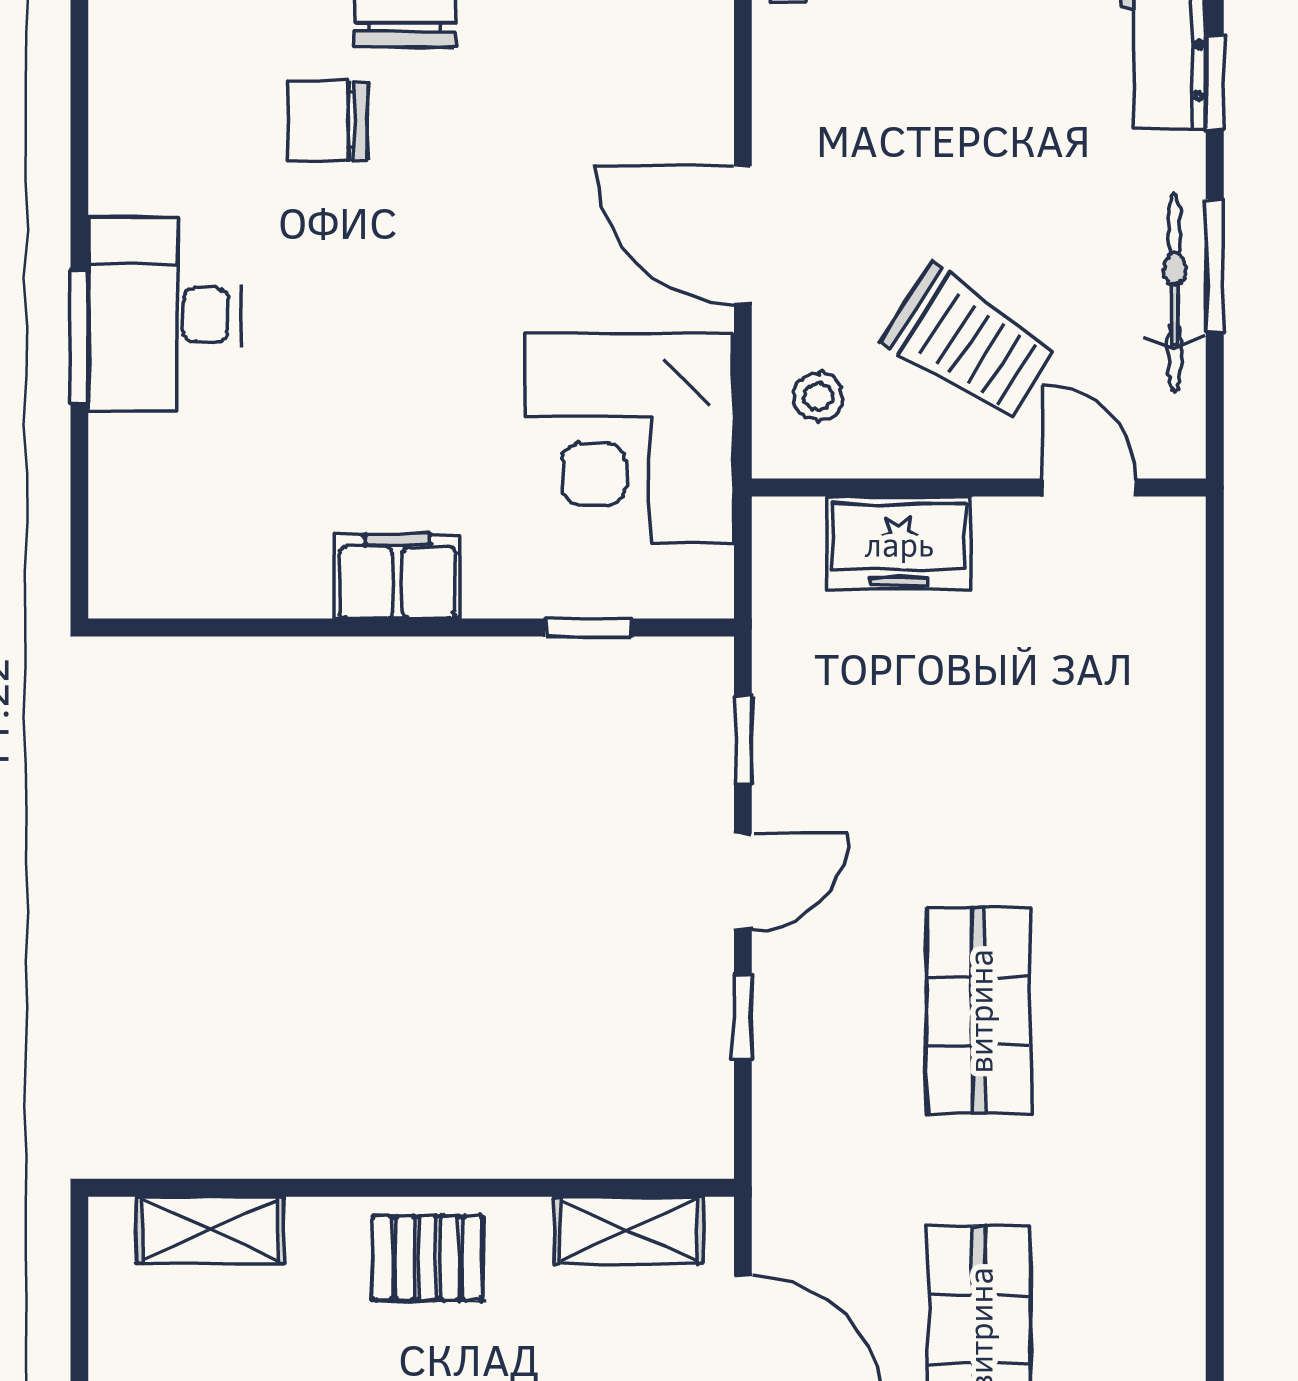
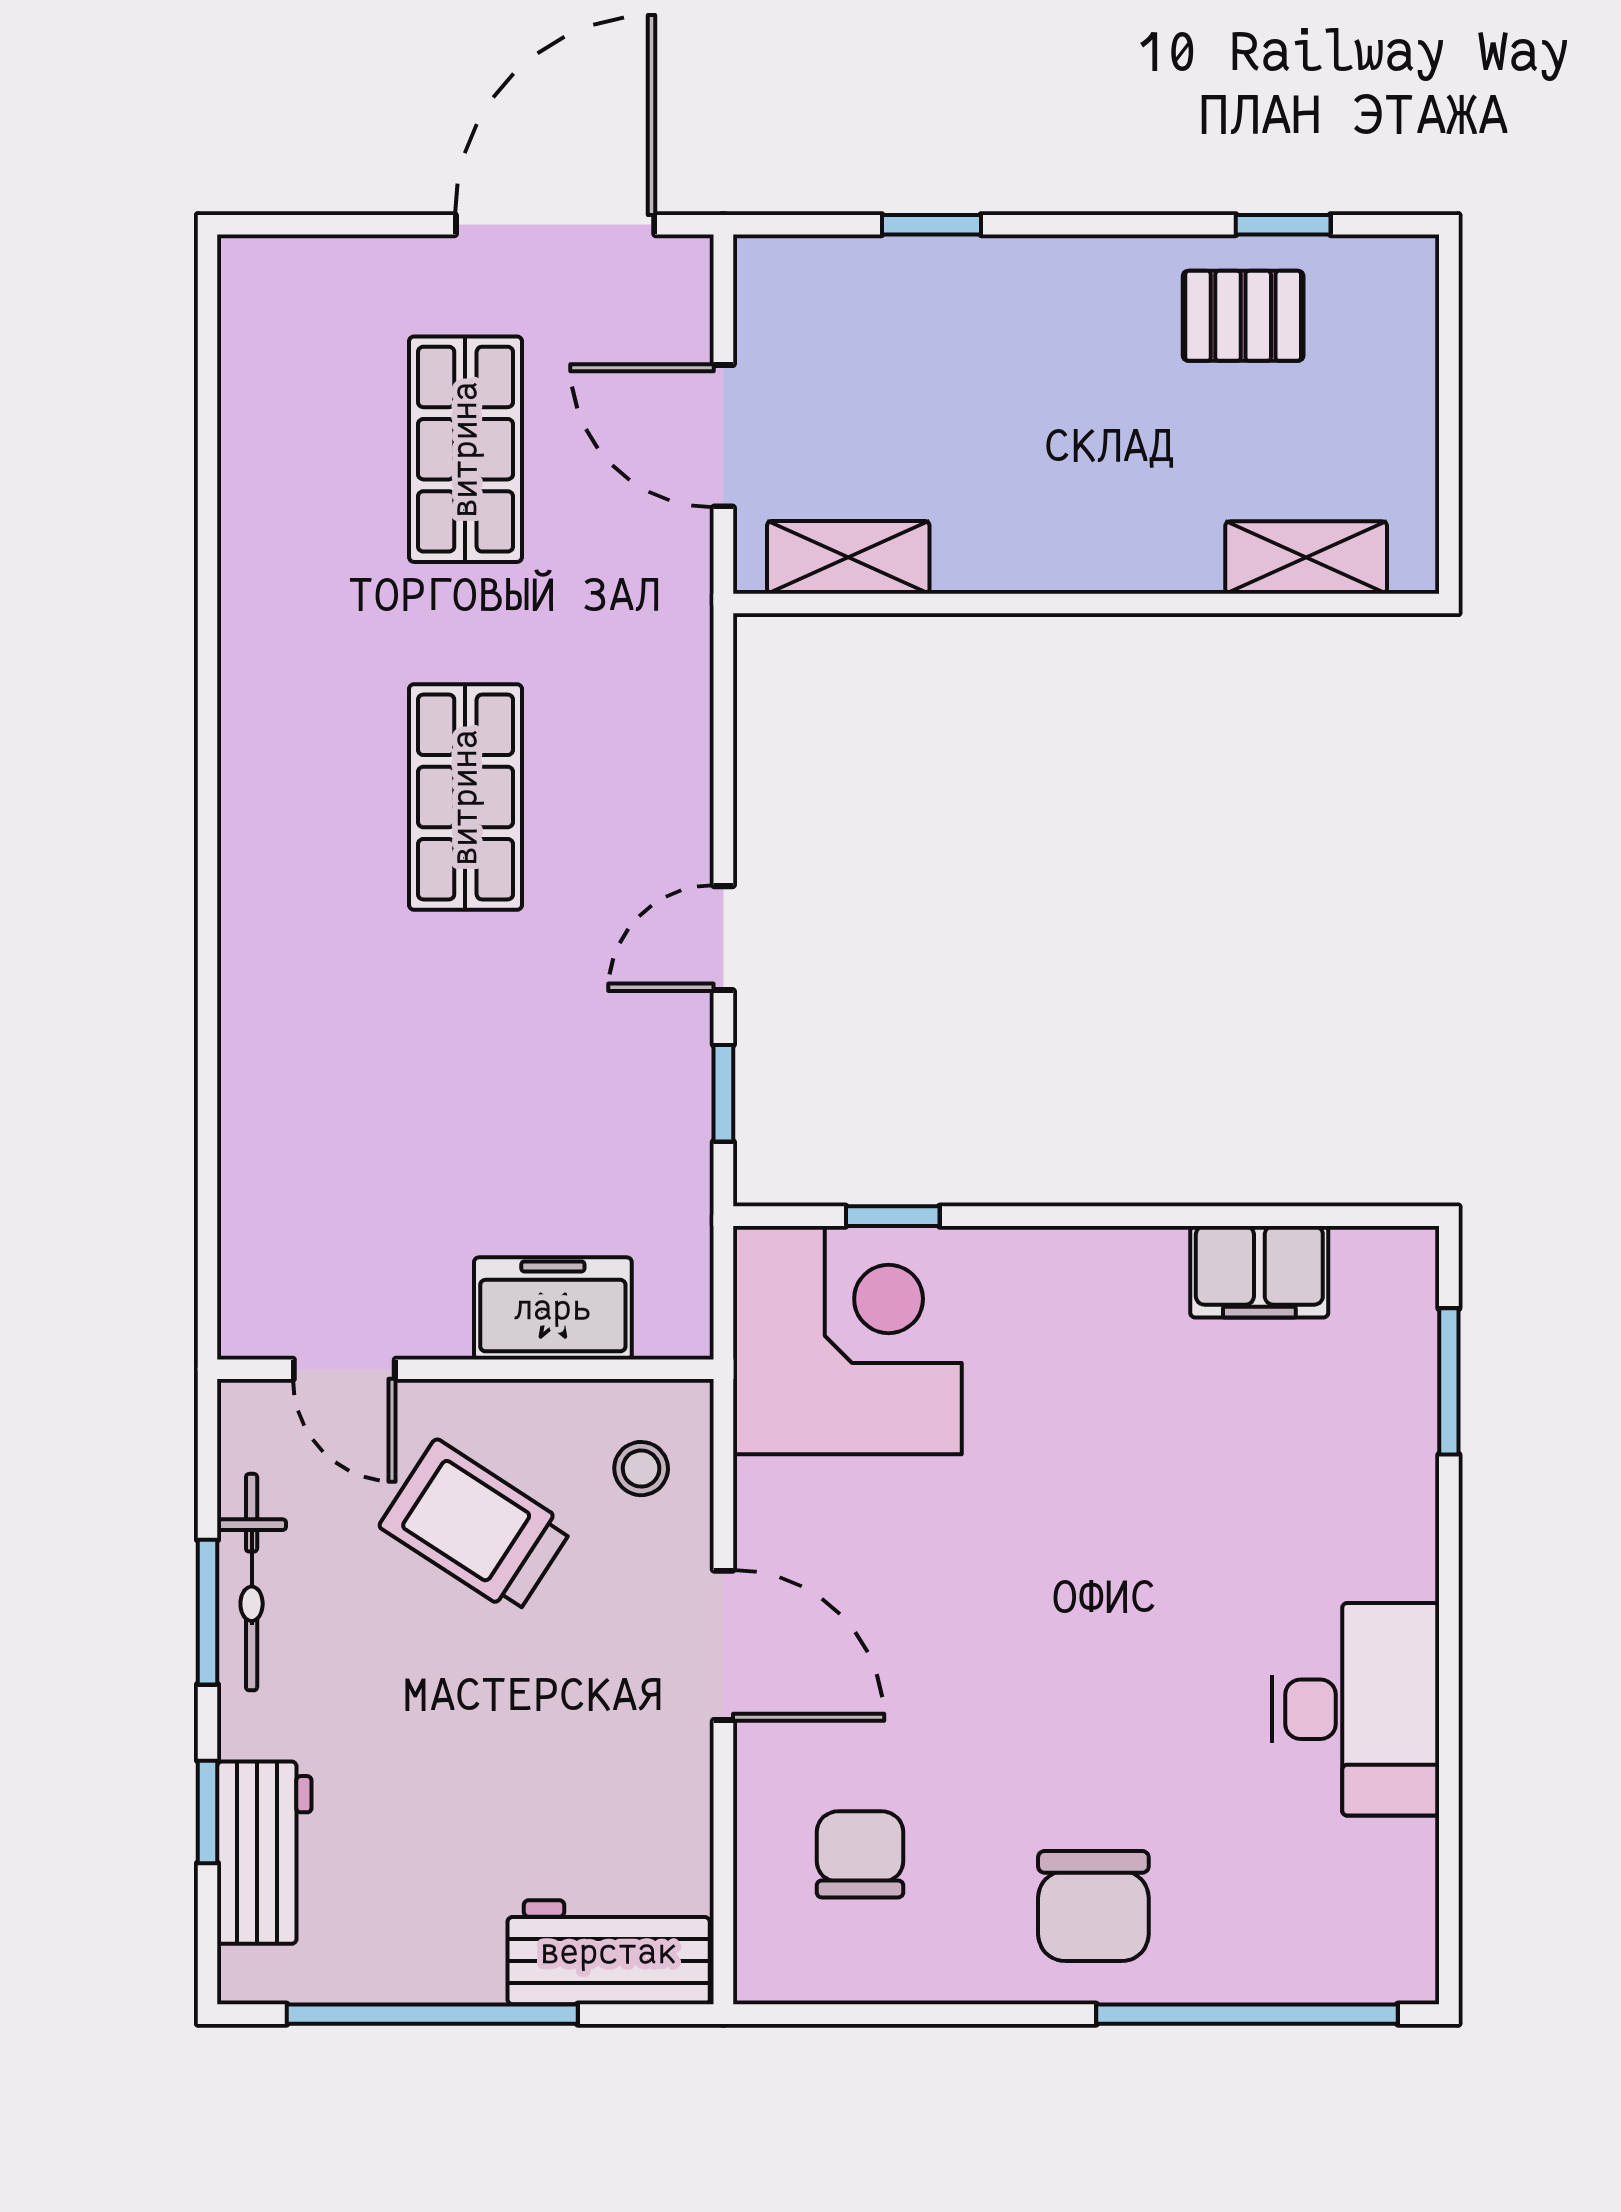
chair: (328, 121) -> (860, 1854), moved, turned -90
desk: (165, 315) -> (1356, 1709), moved
window: (79, 336) -> (1449, 1381), moved
corner desk: (629, 438) -> (847, 1340), moved
filing cabinet: (397, 577) -> (1259, 1272), moved
window: (743, 1018) -> (723, 790), removed
pallet: (427, 1258) -> (1068, 527), removed

